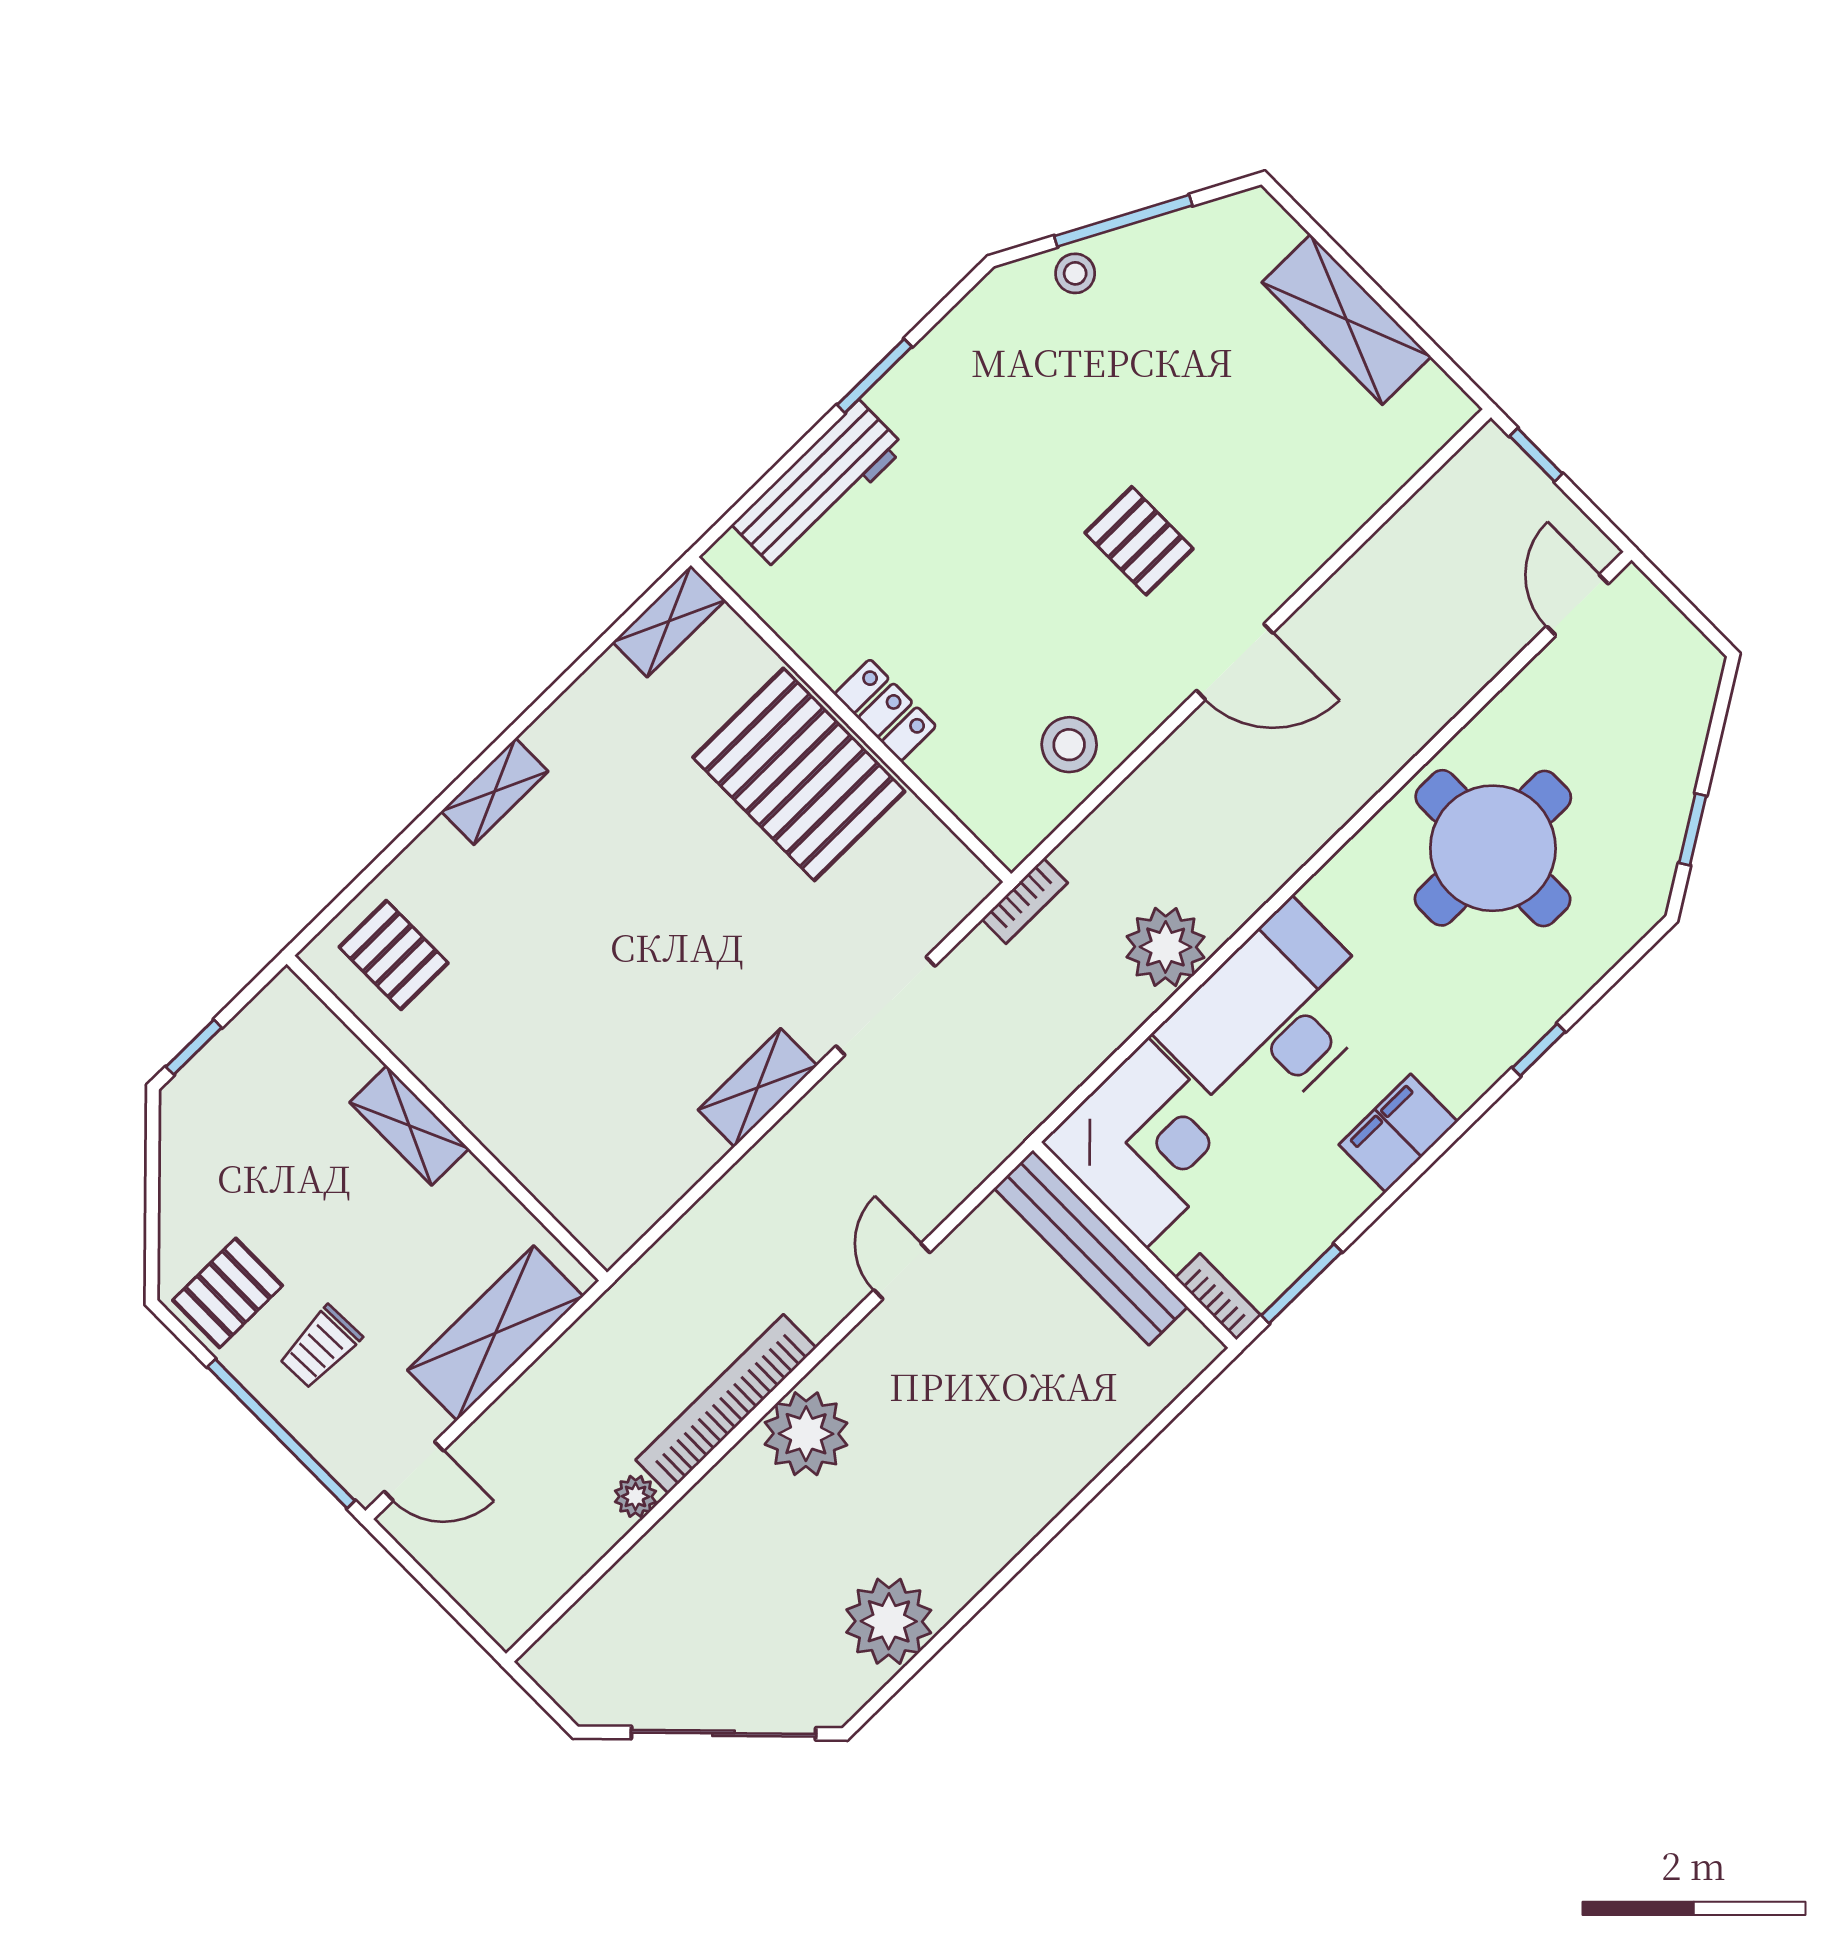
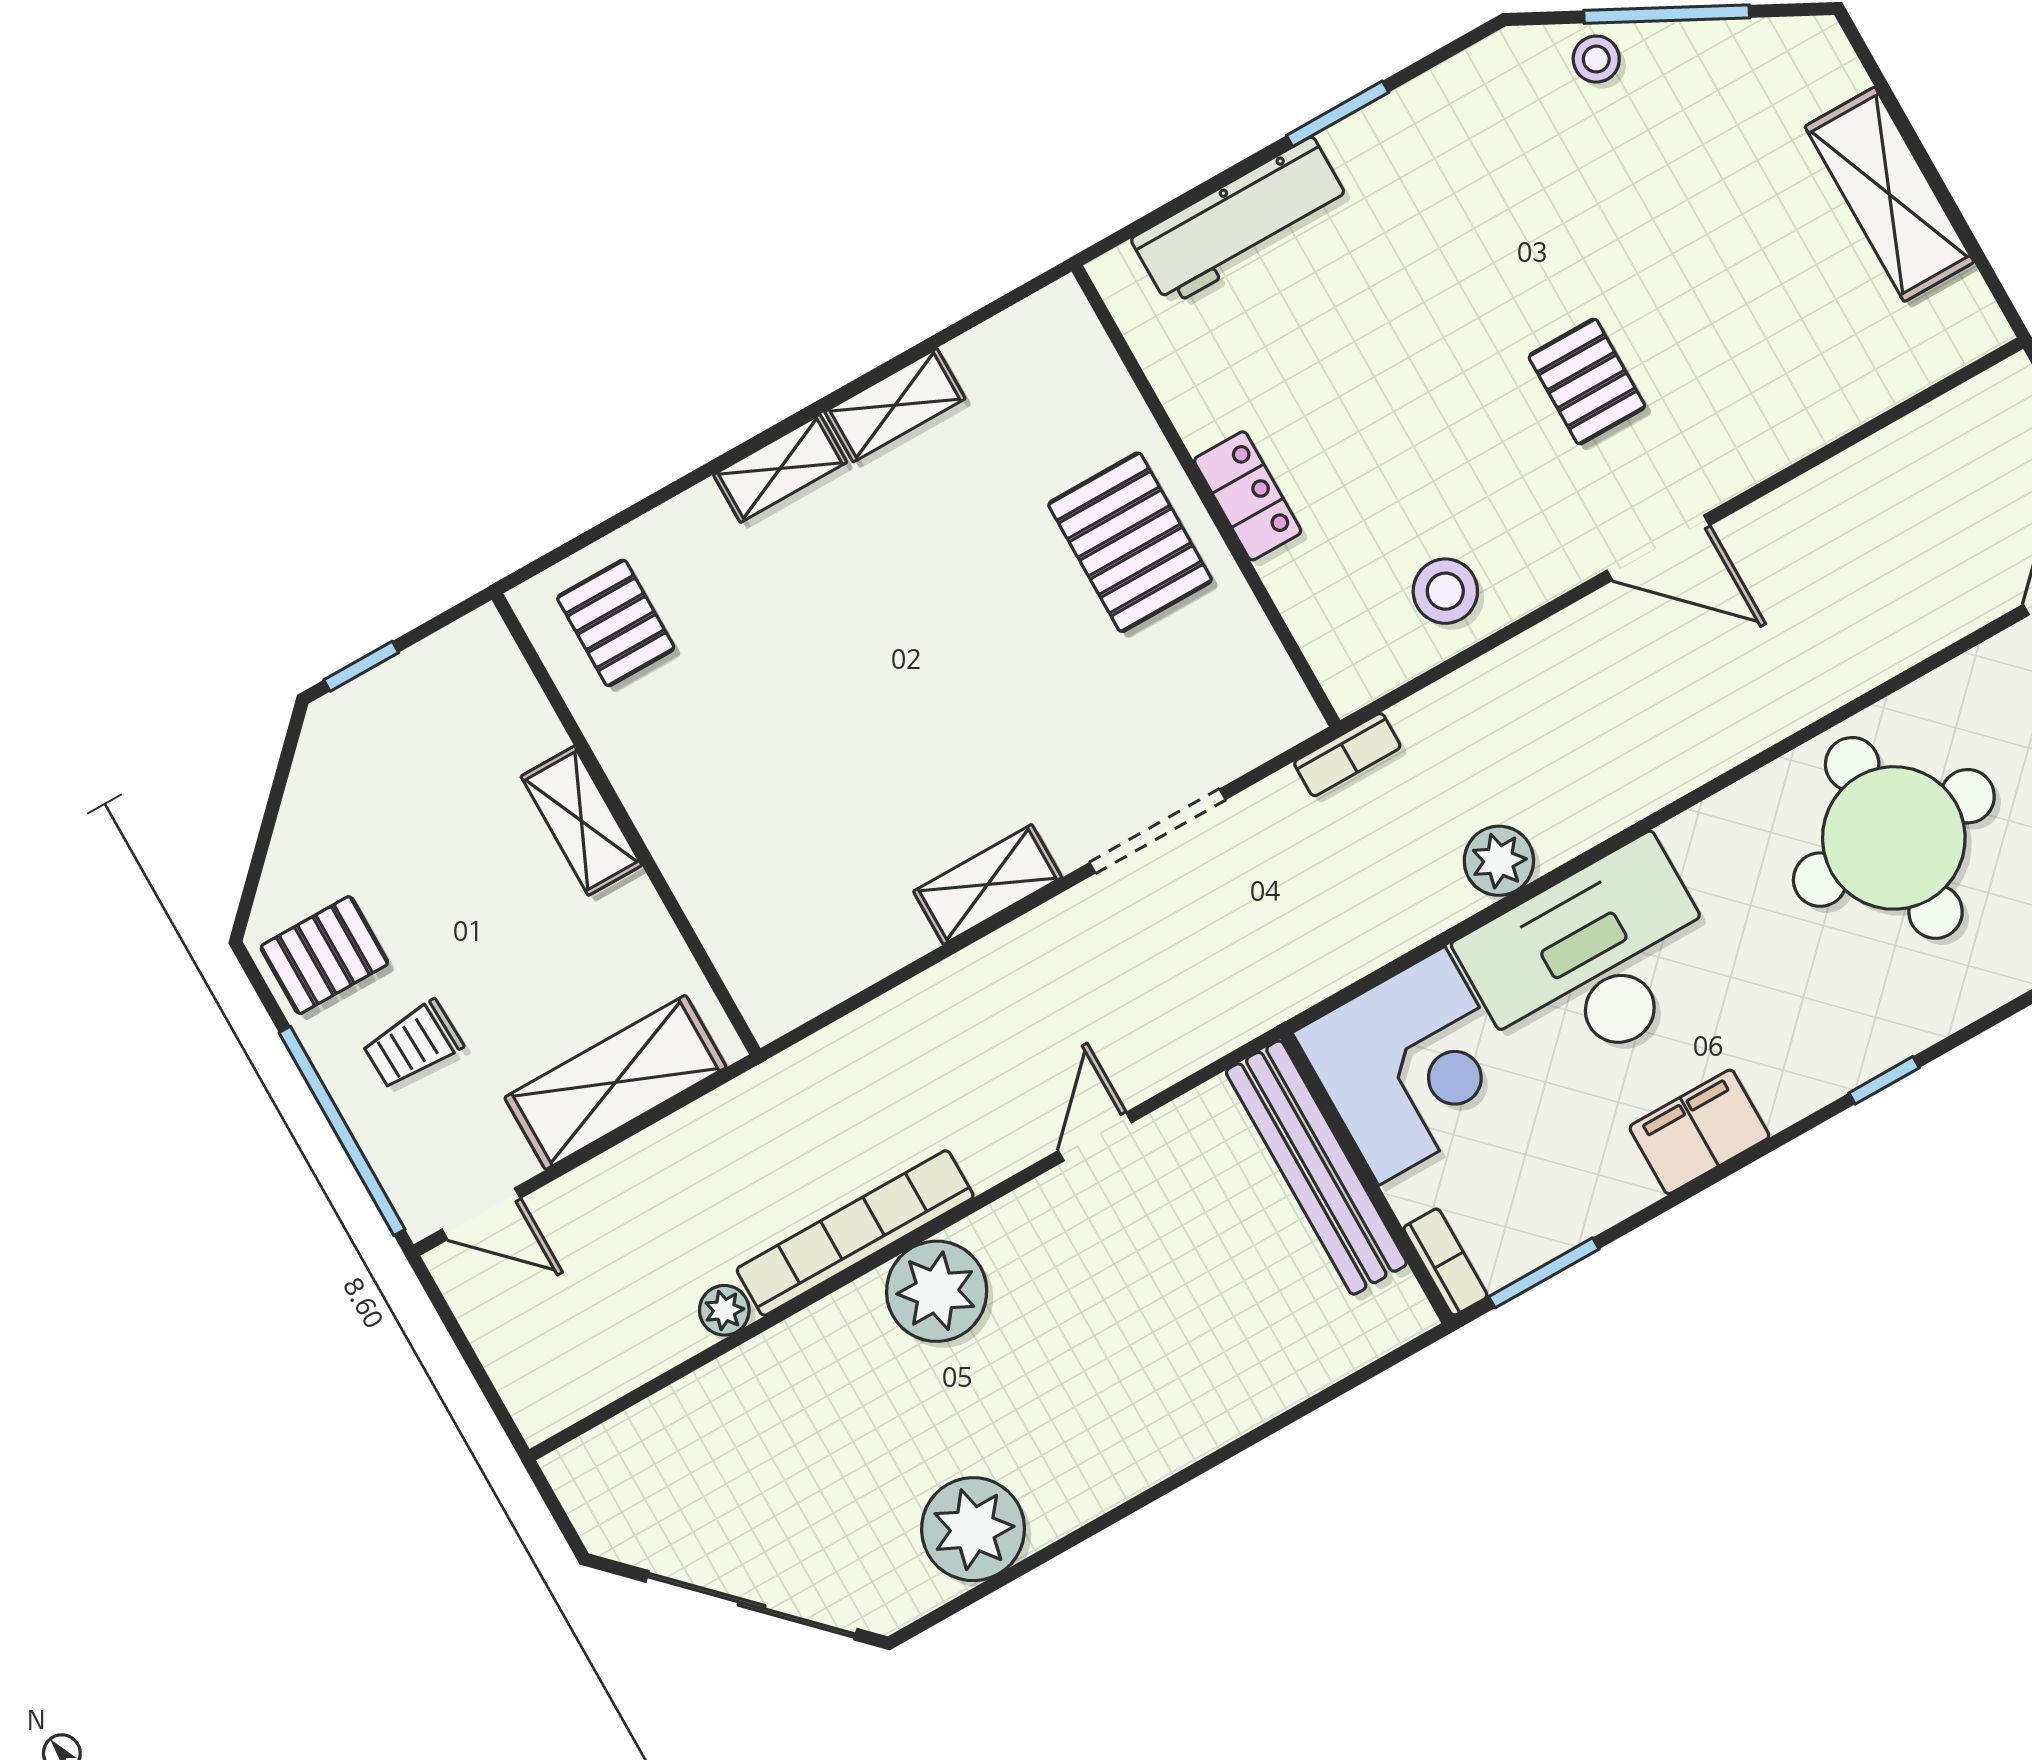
shelving: (669, 621) -> (895, 405), moved
pallet: (799, 774) -> (1130, 542), width x0.73, depth x0.71
plant: (1166, 947) -> (1499, 861), width x0.73, depth x0.73

